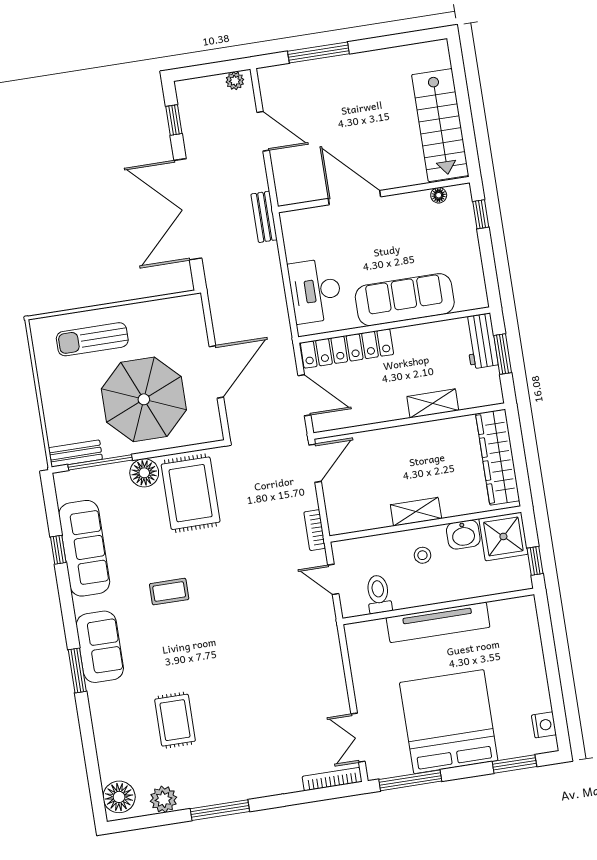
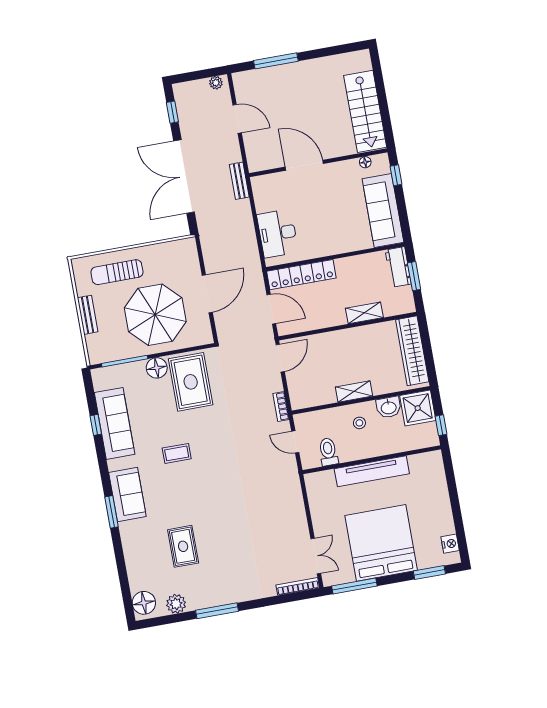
sofa: (405, 300) -> (383, 211), moved, turned -90
bench: (75, 454) -> (88, 315), moved, turned 90
double door: (358, 738) -> (316, 556), swing flipped

